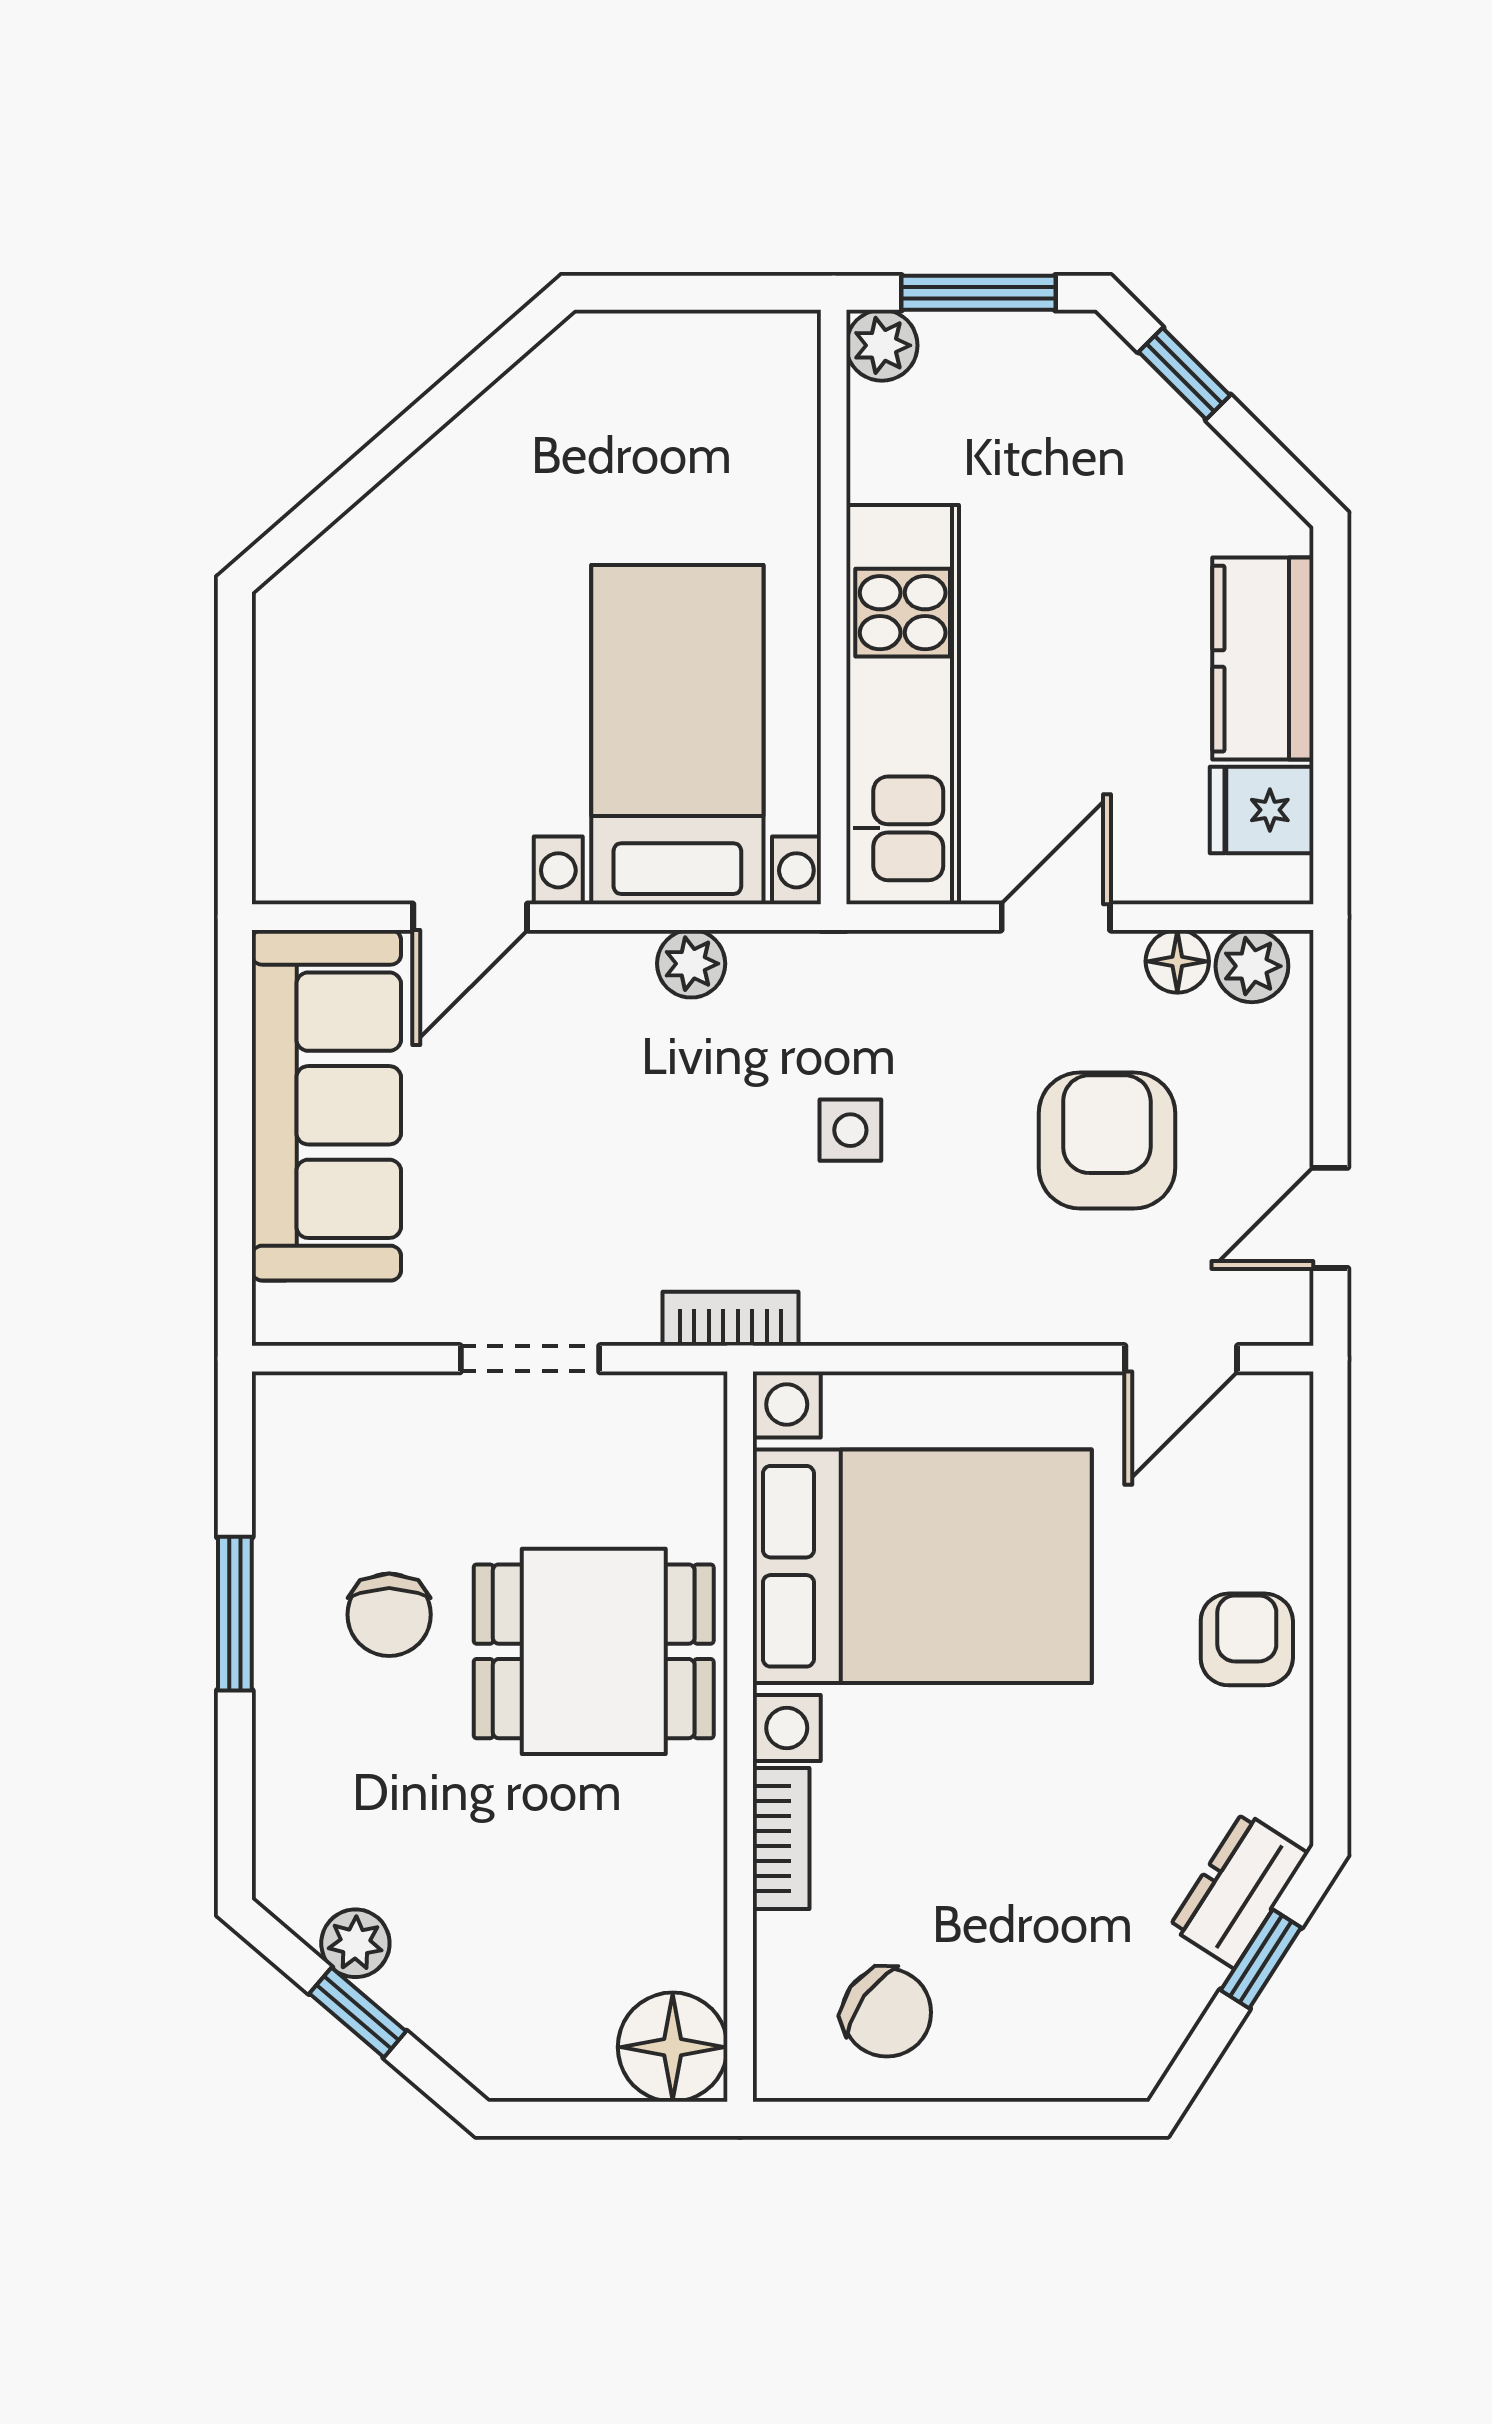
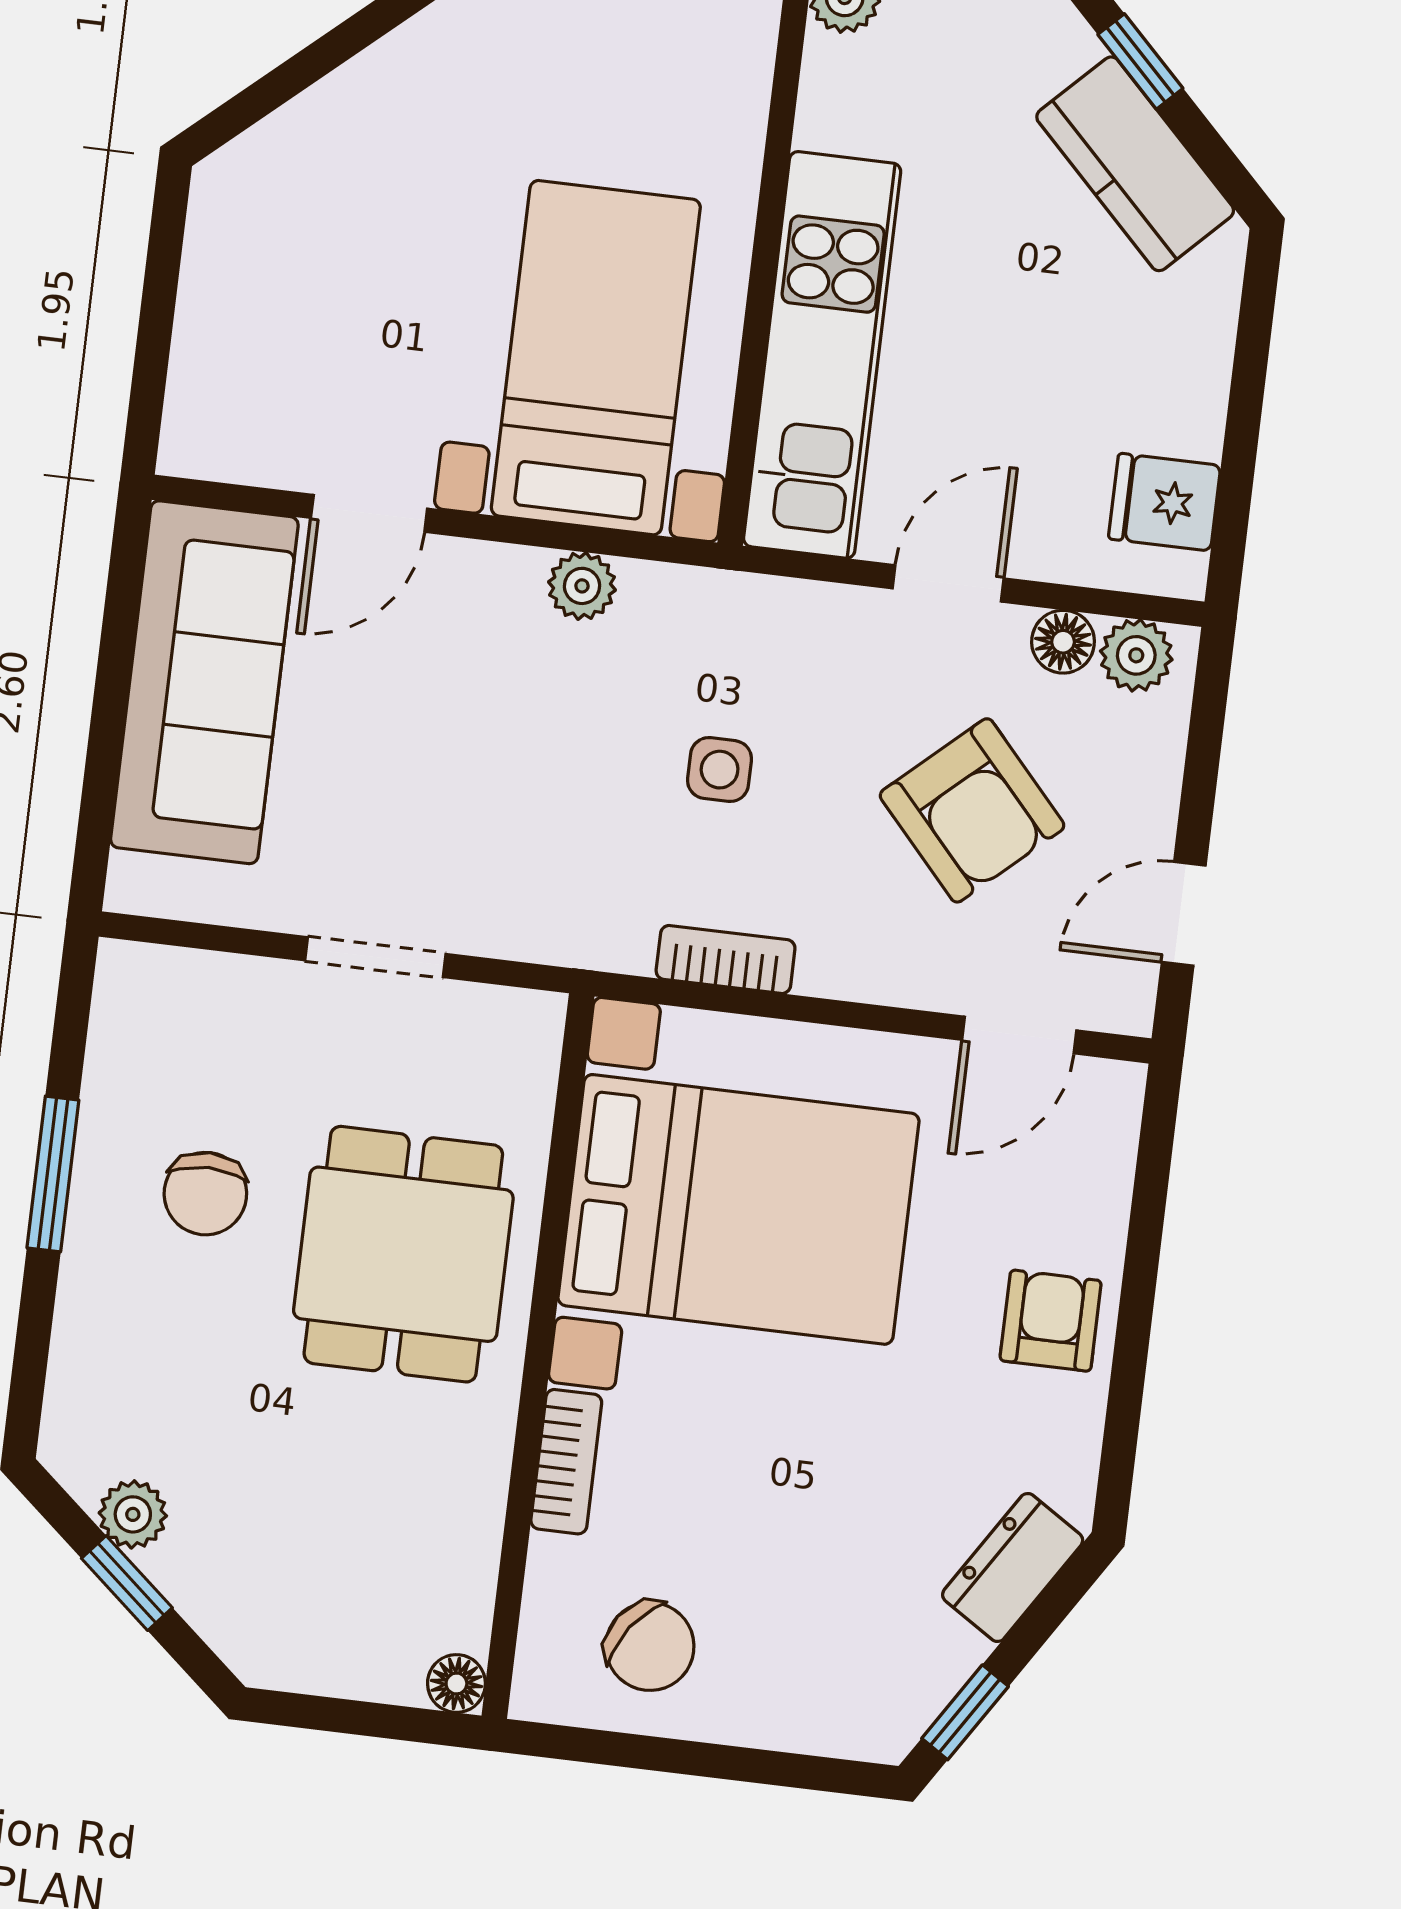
kitchen counter: (1263, 659) -> (1135, 164), moved, turned -45
armchair: (1107, 1140) -> (972, 810), turned 138
bookcase: (731, 1319) -> (726, 960), moved
dining table: (594, 1651) -> (403, 1254), turned 90
window: (1261, 1959) -> (965, 1712), moved
floor lamp: (673, 2047) -> (456, 1683), width x0.53, depth x0.53

